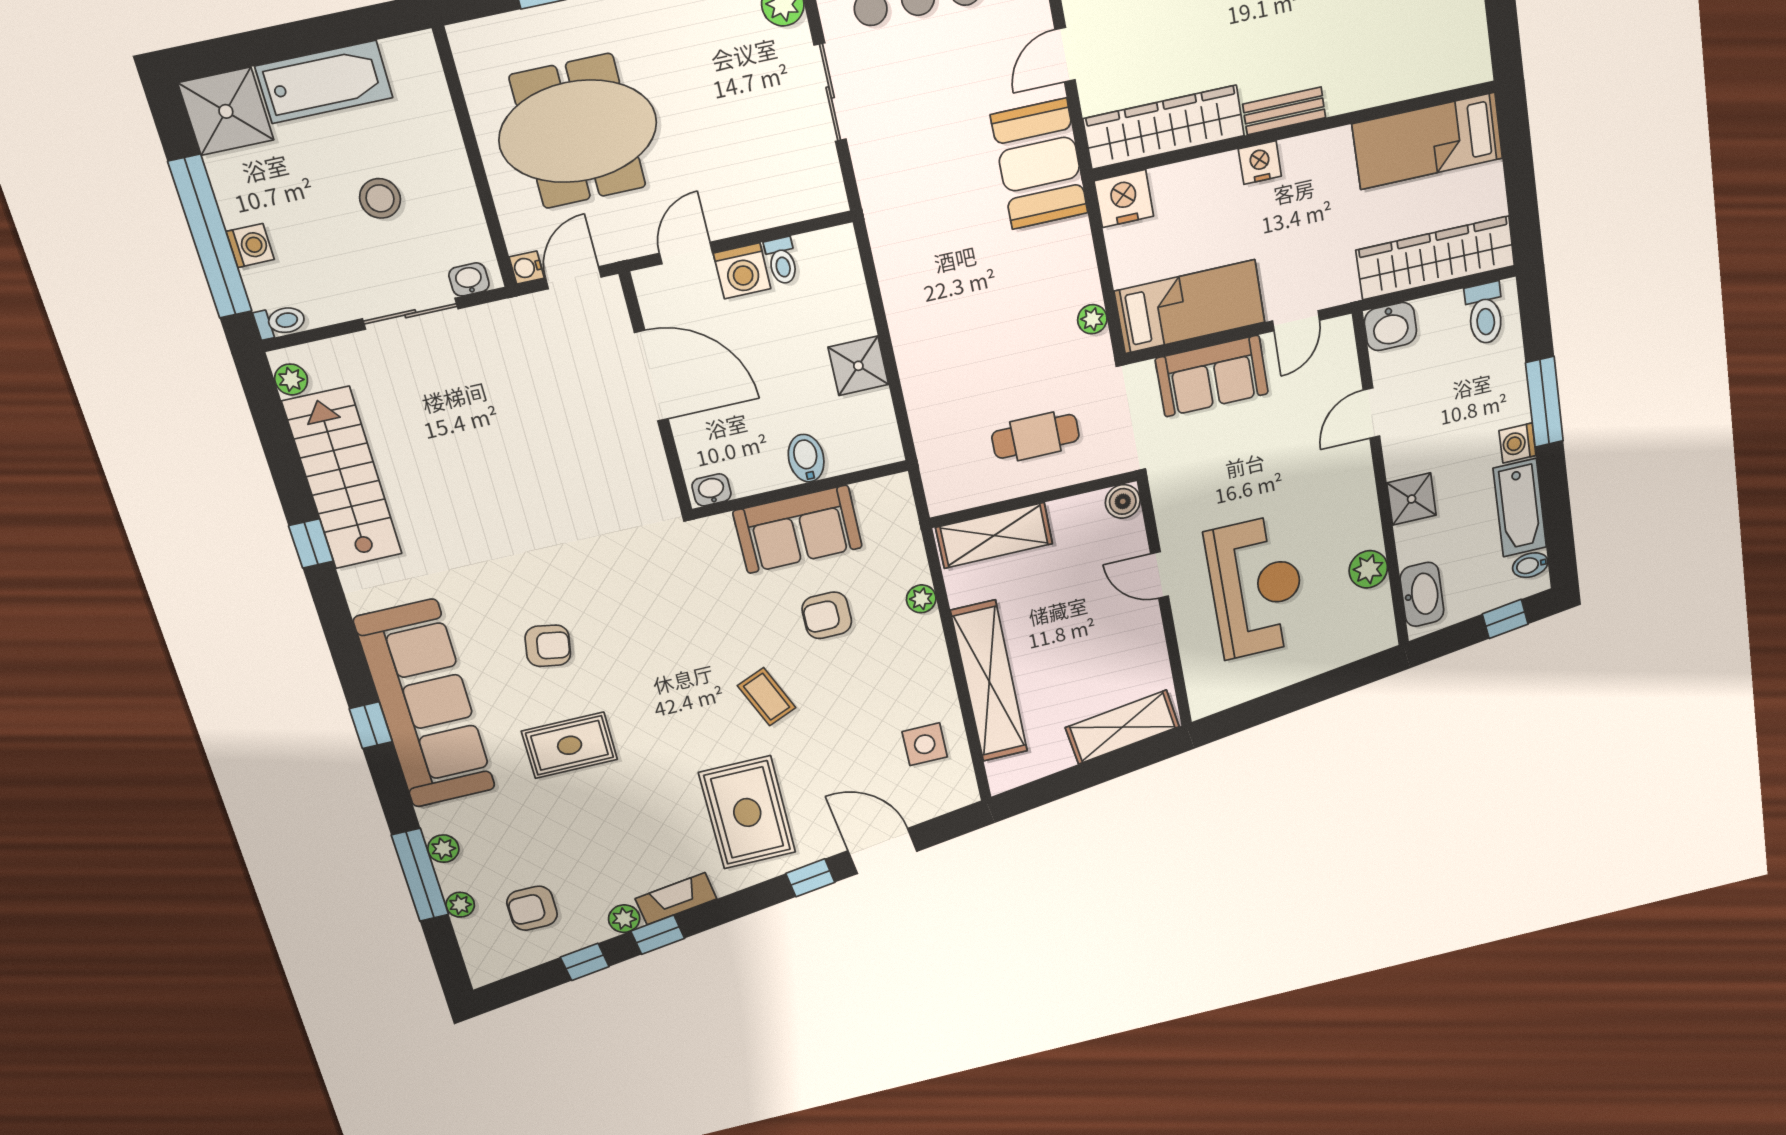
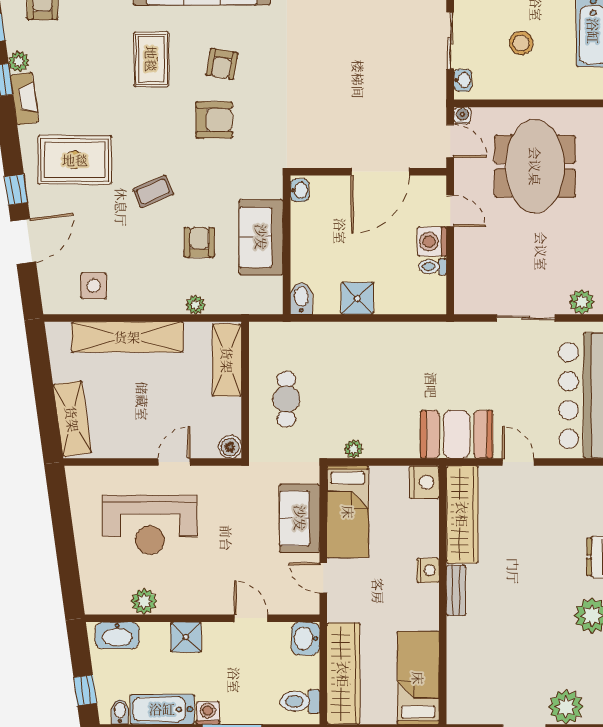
bidet: (806, 458) -> (301, 299), moved, turned -90
armchair: (637, 637) -> (214, 120), added

